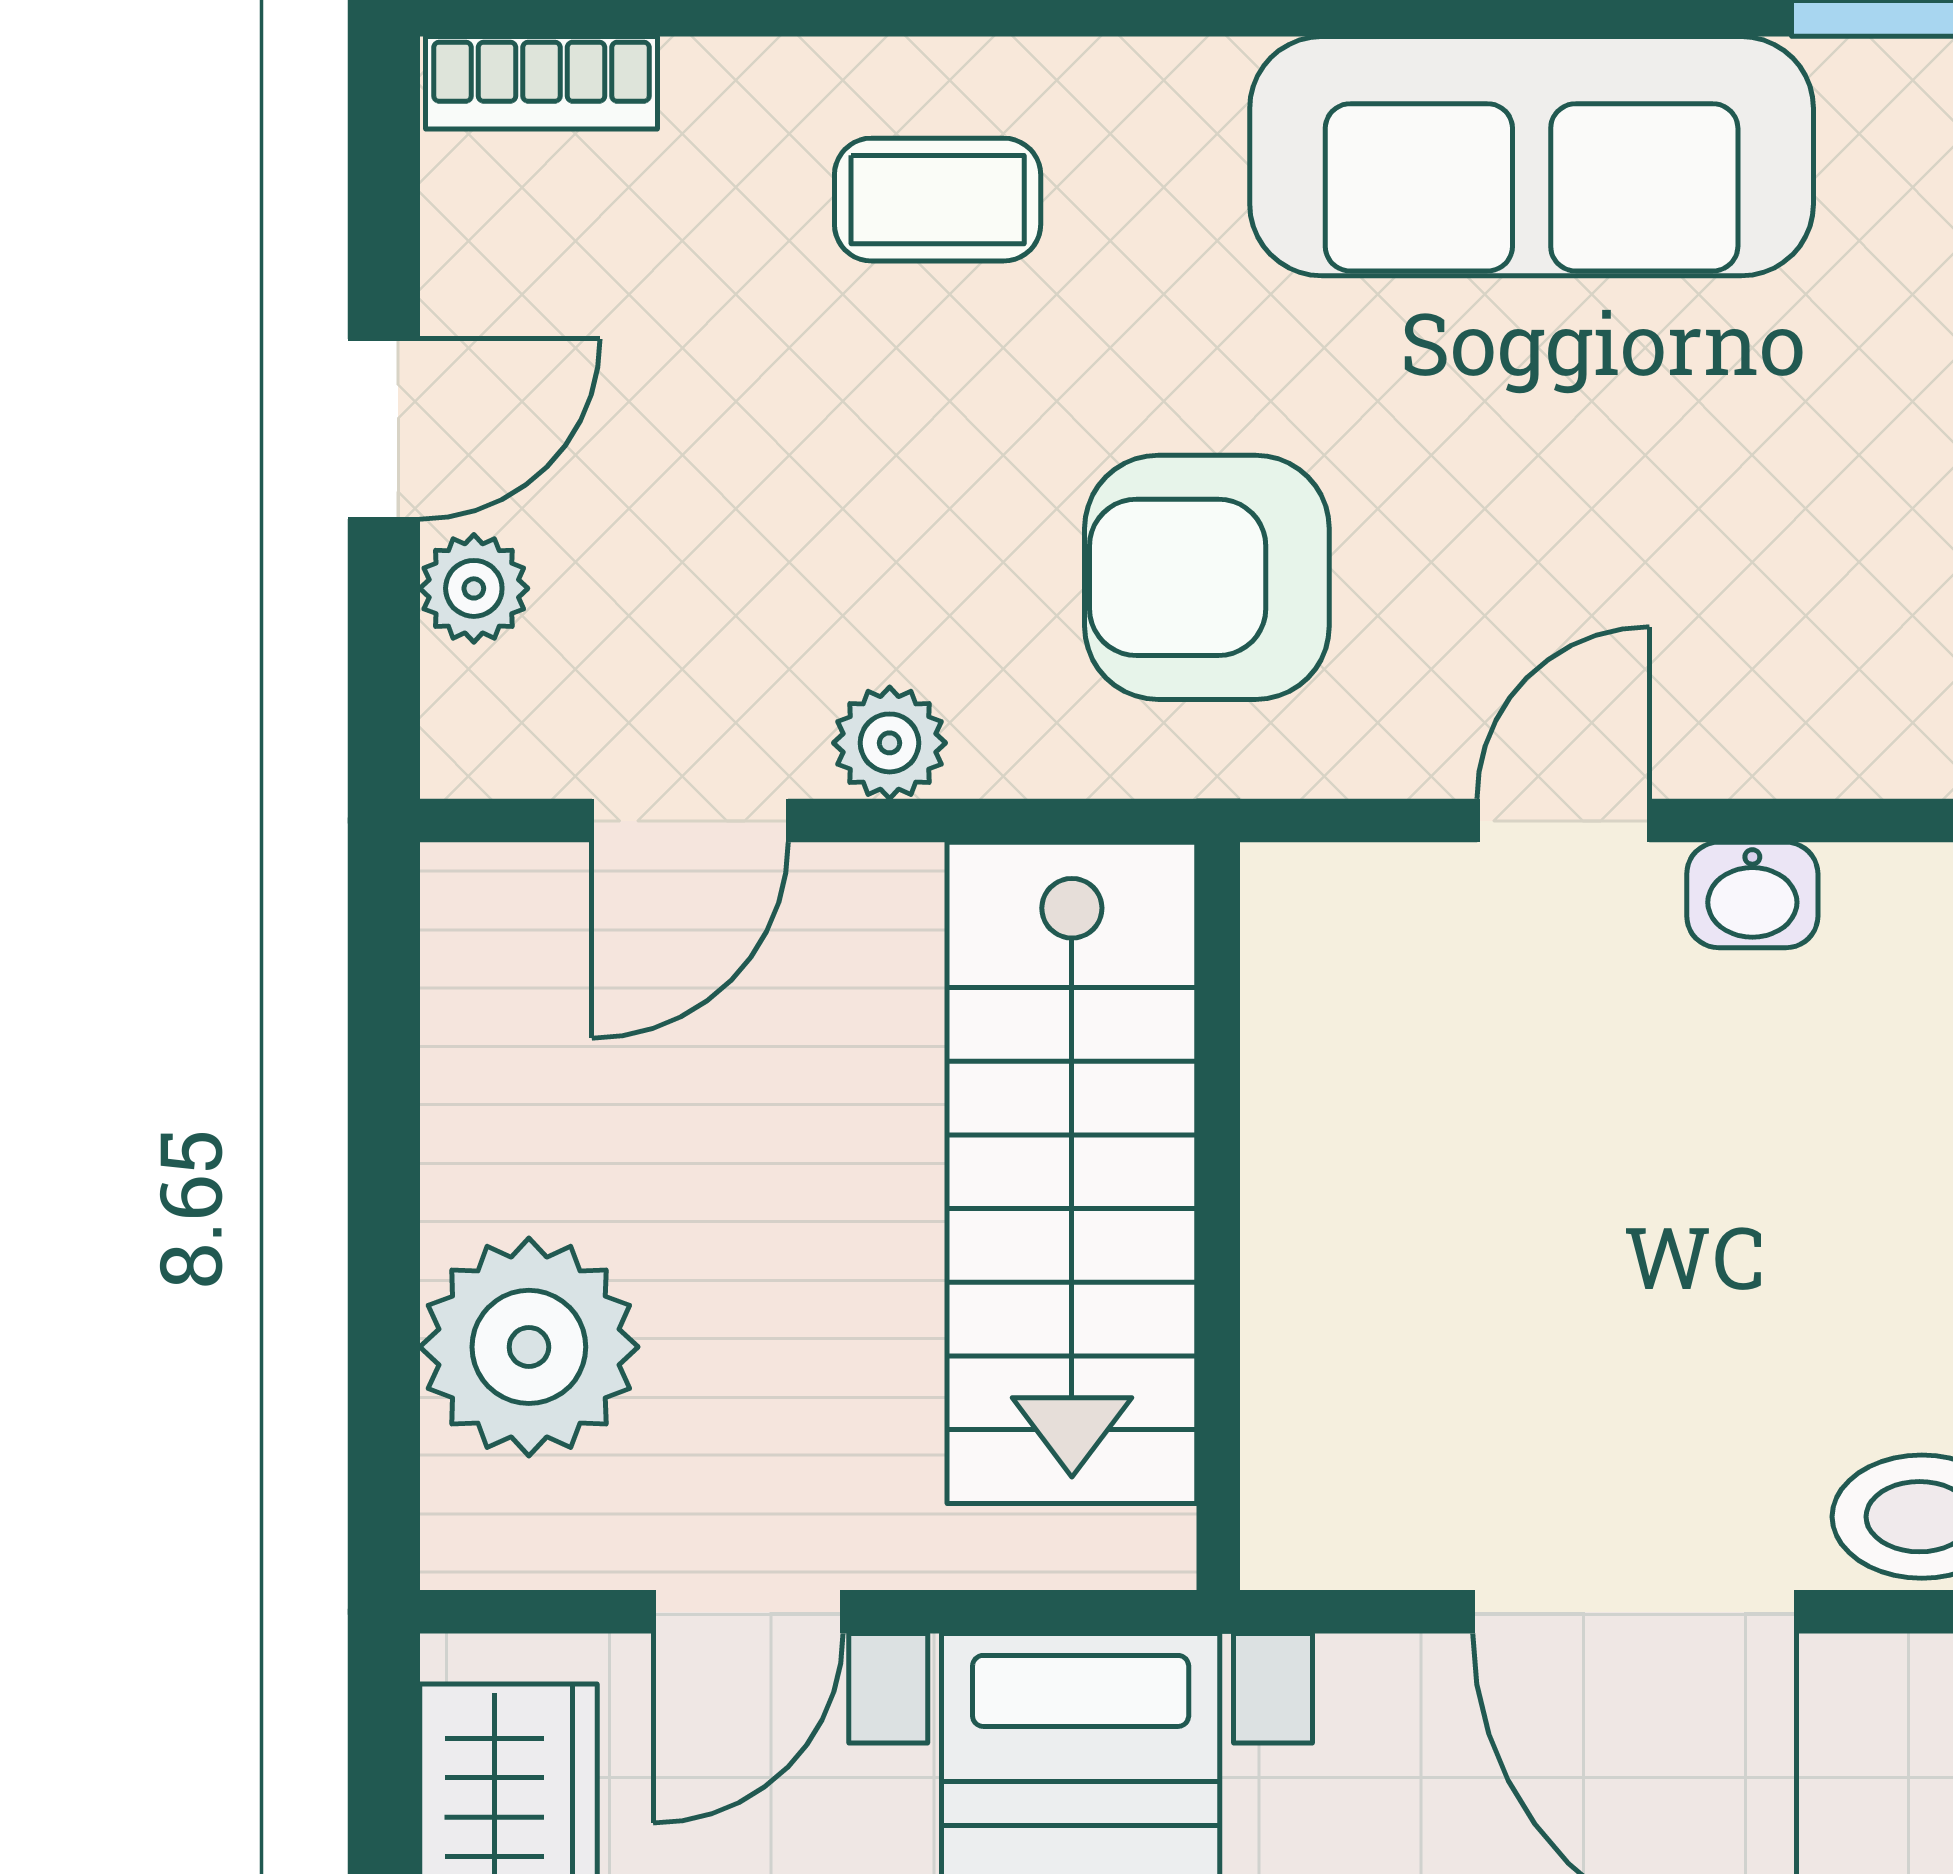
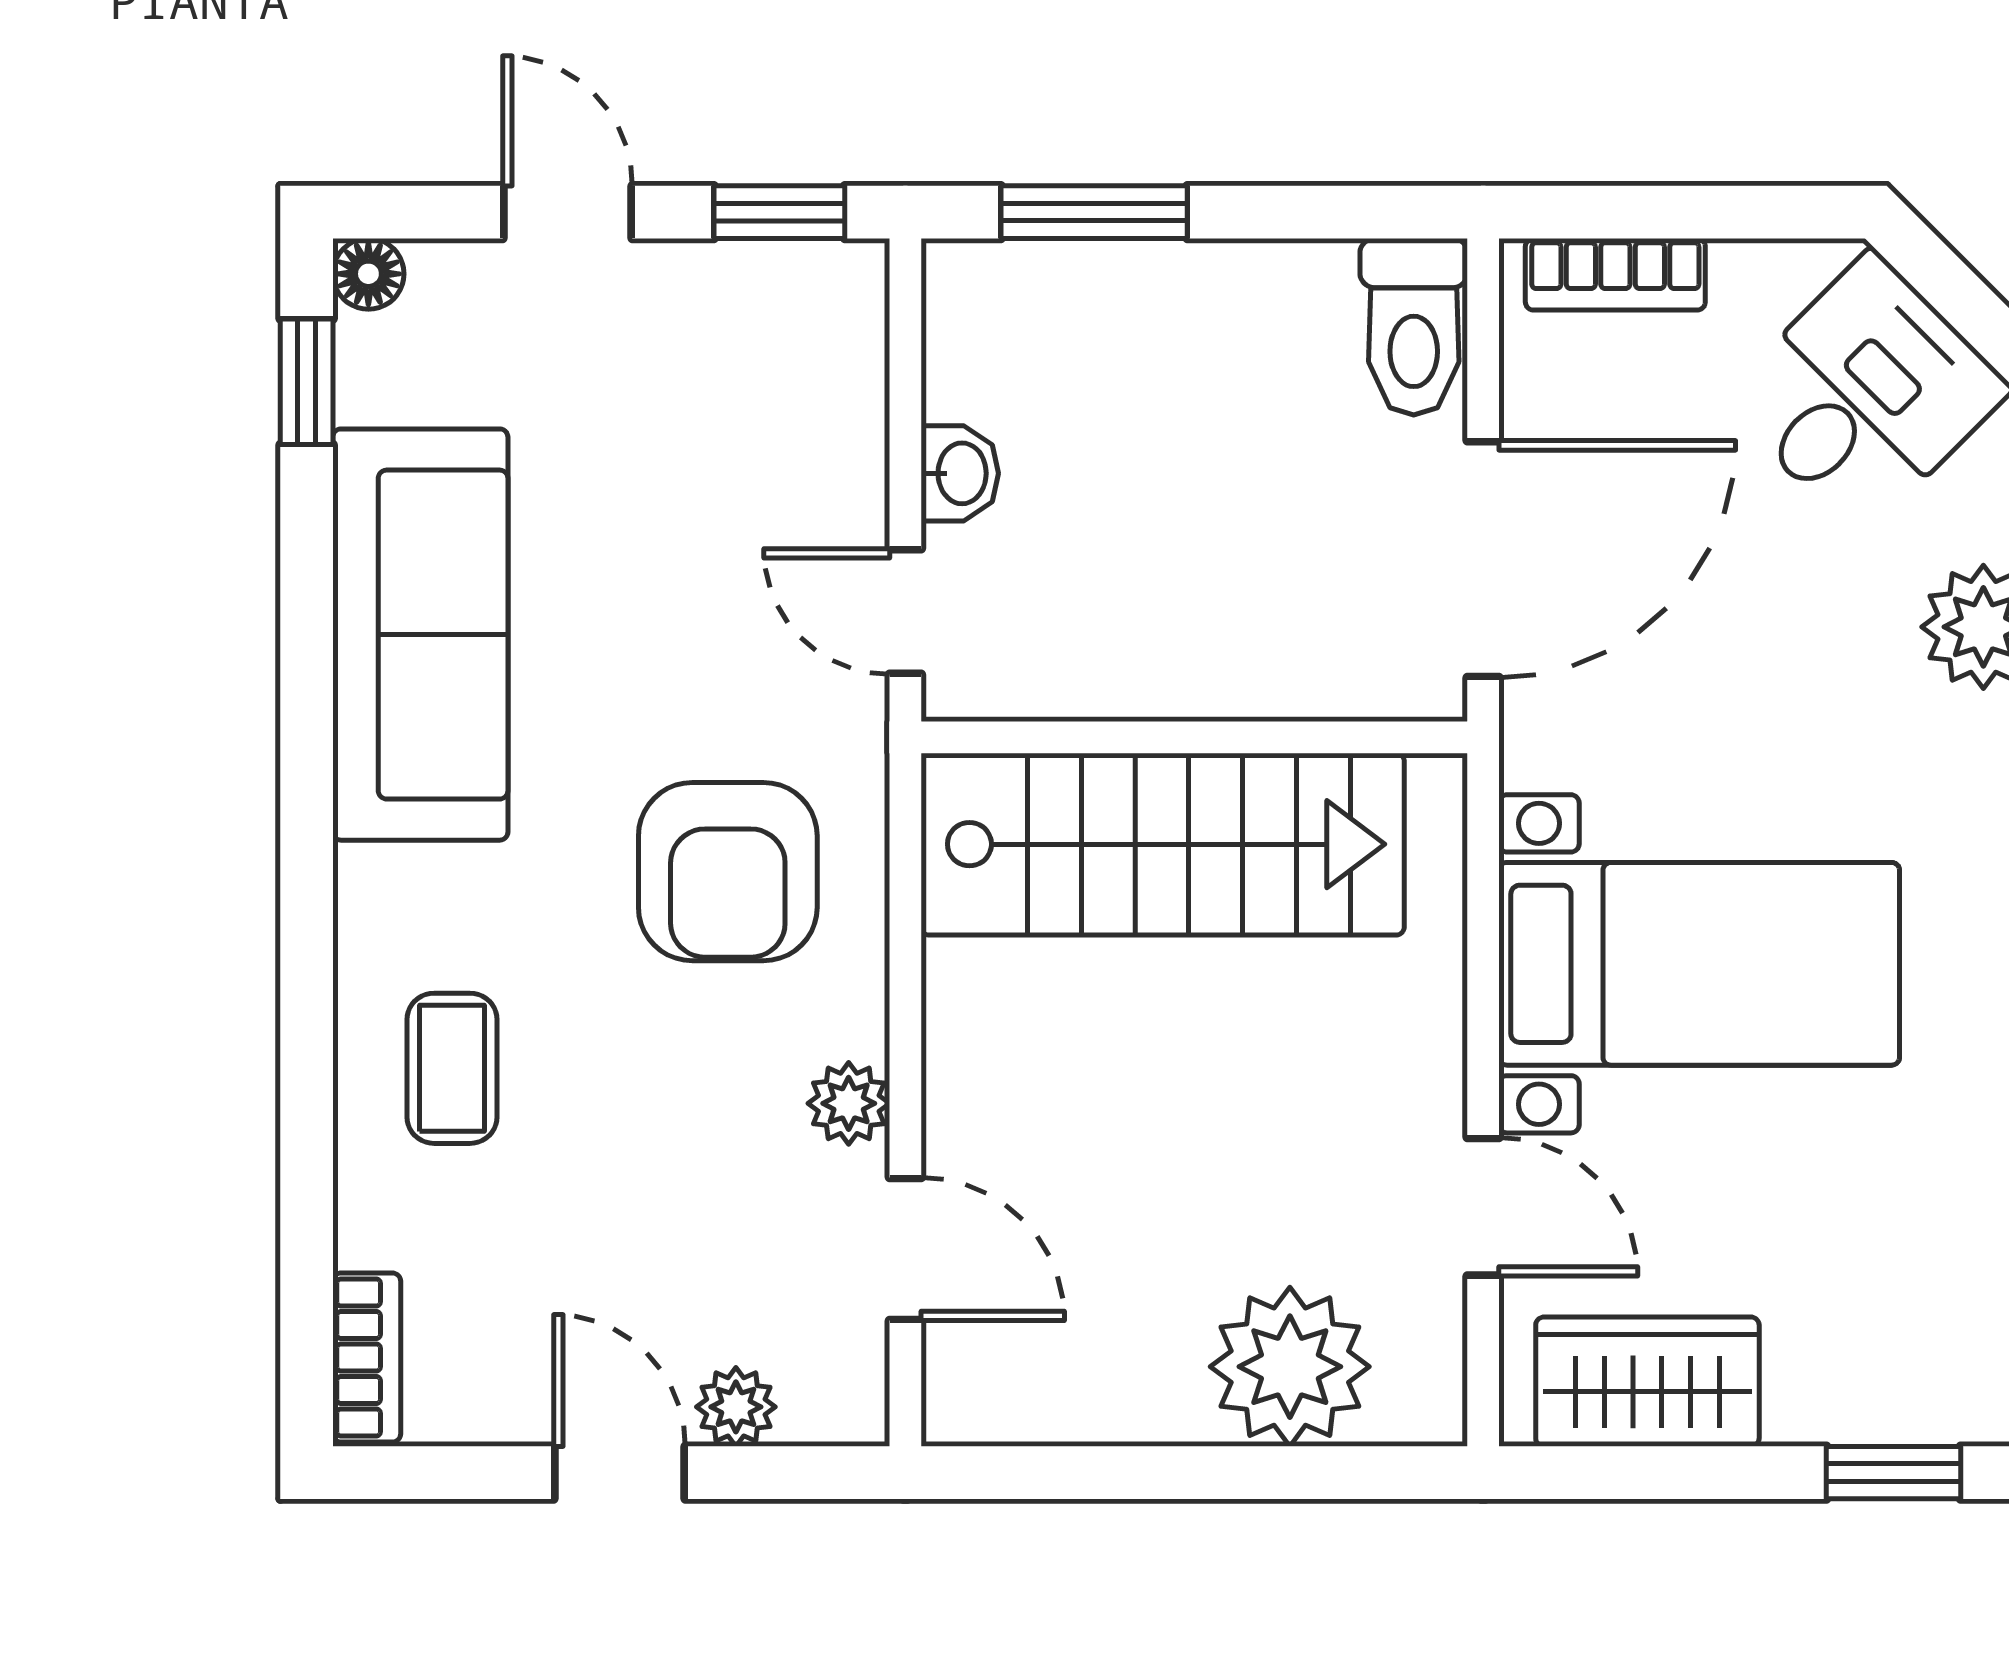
stairs: (1072, 1173) -> (1163, 844), moved
wall: (1218, 1216) -> (1194, 737), moved

